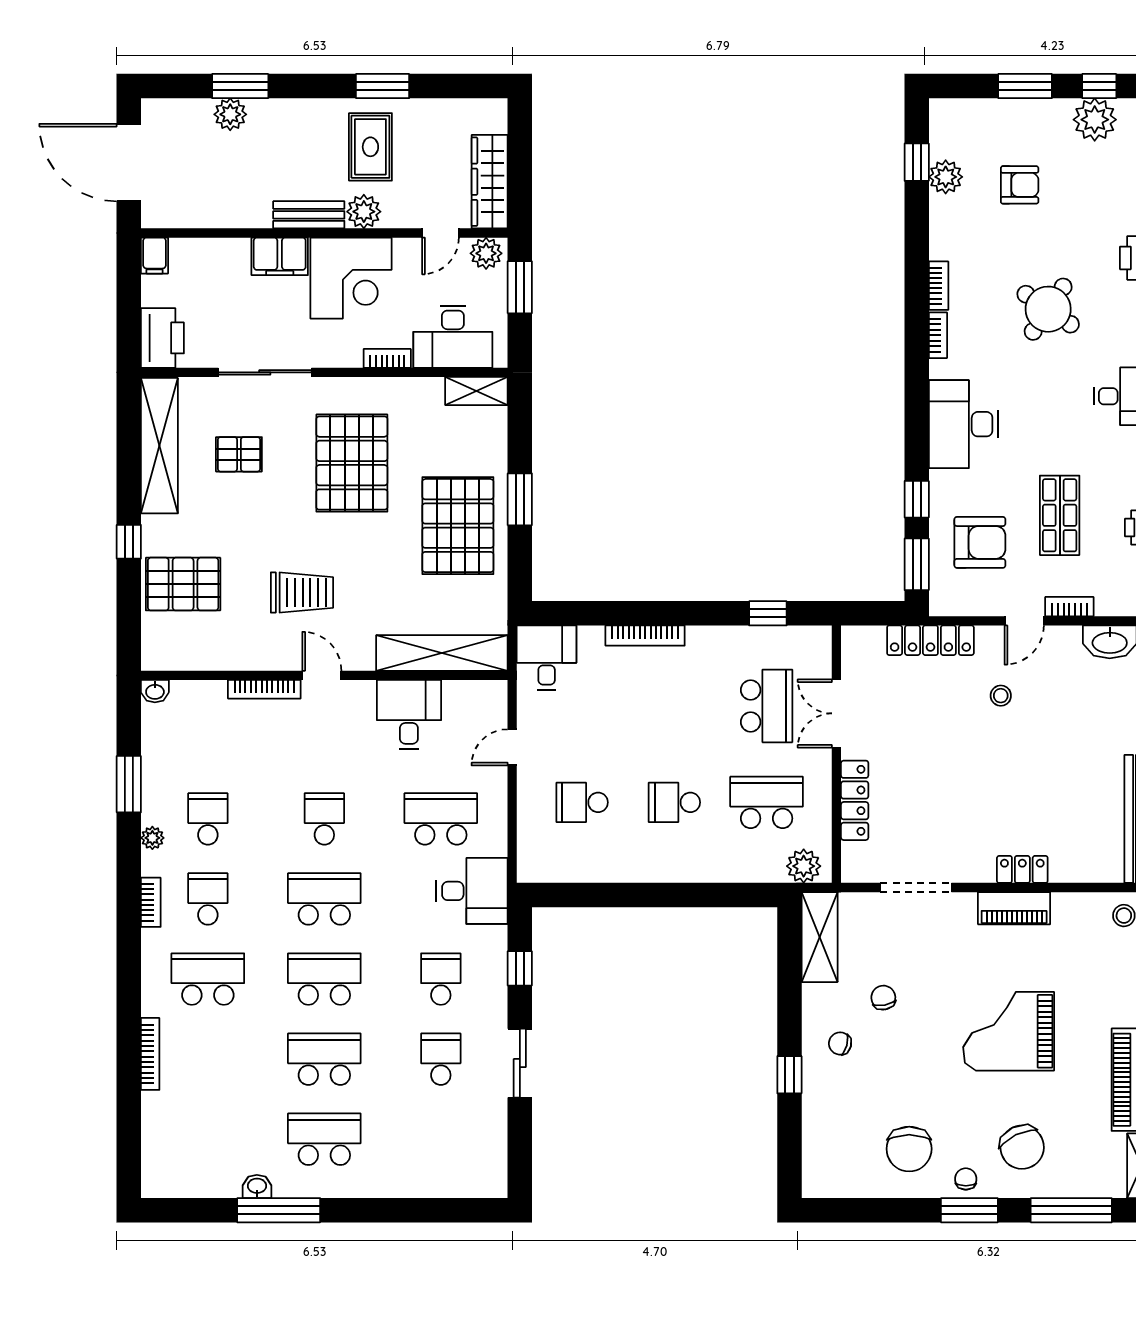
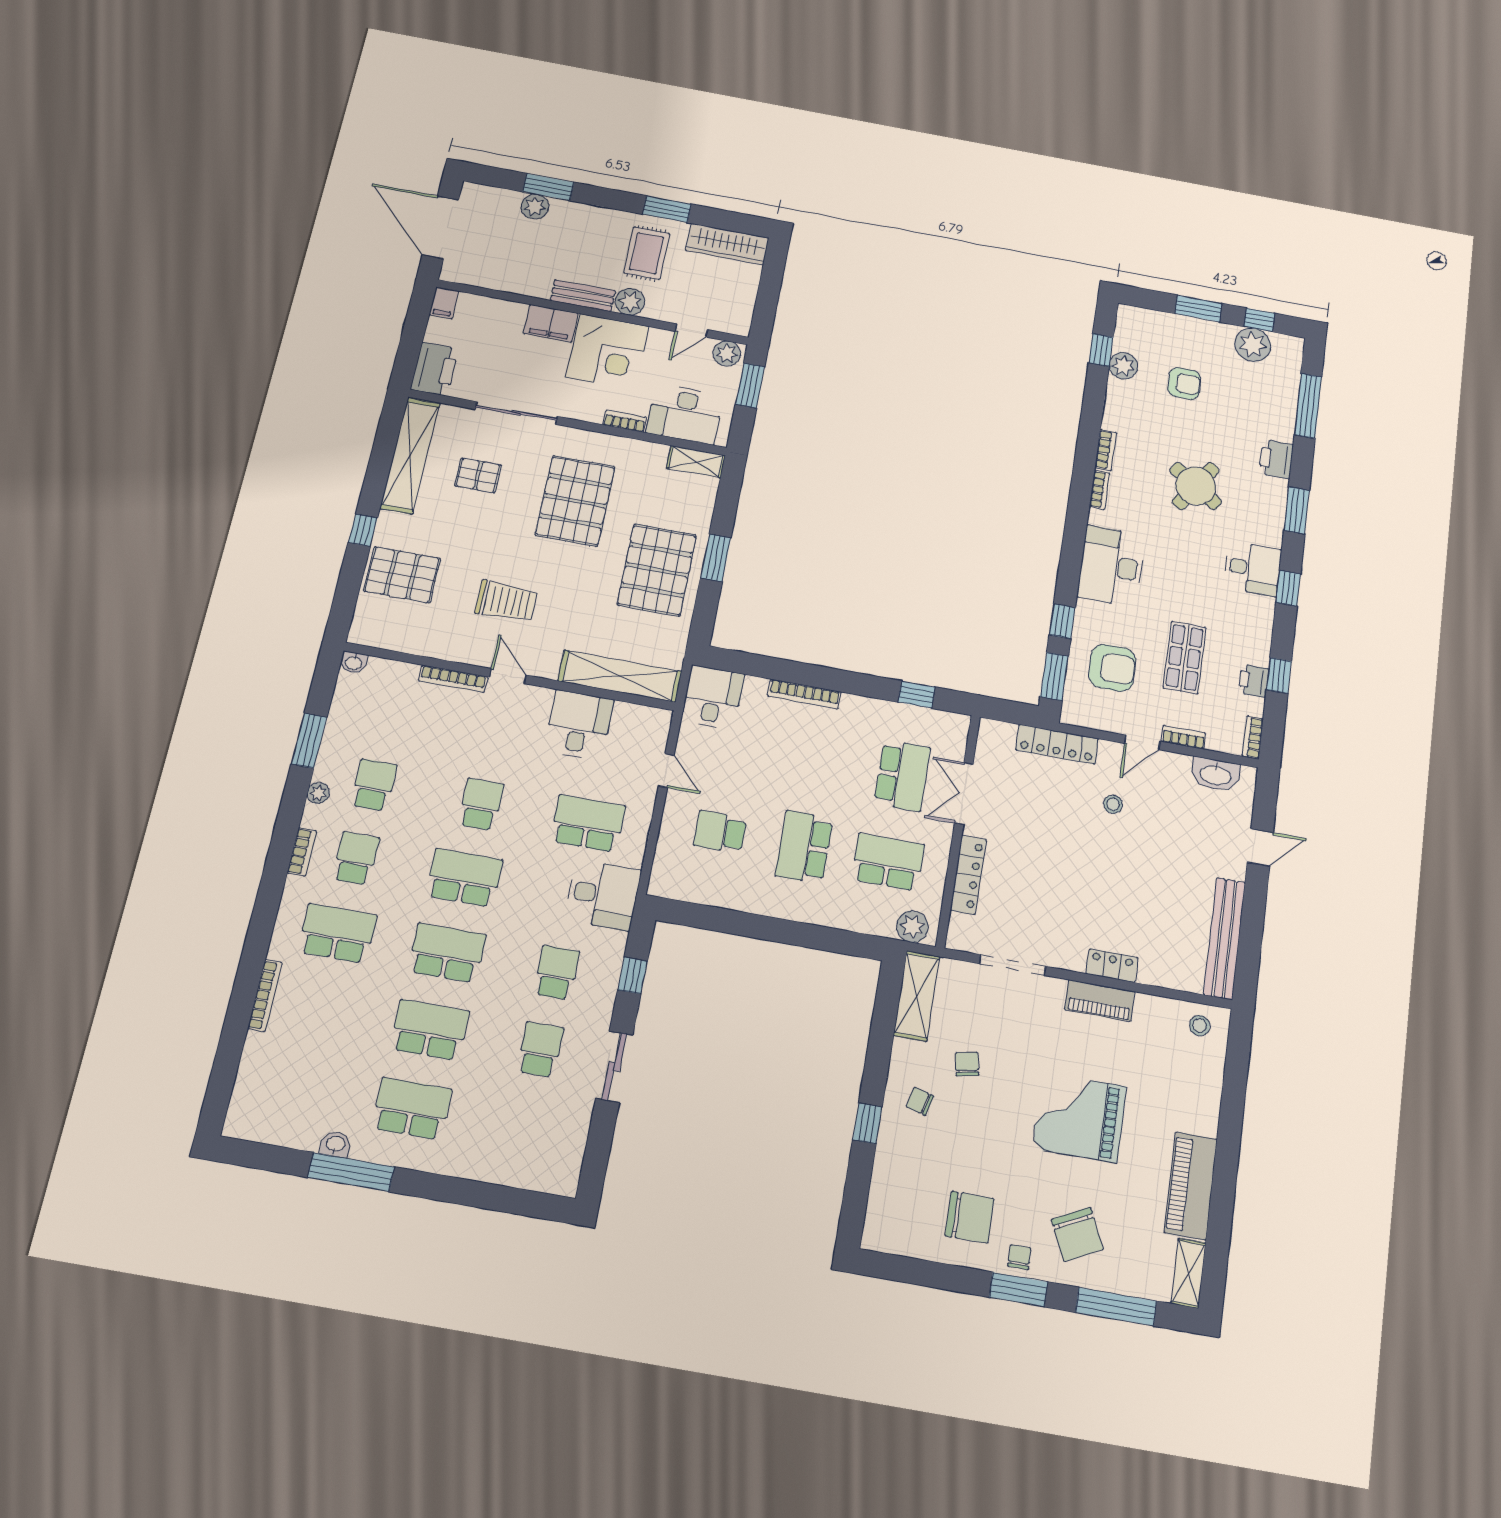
wardrobe: (490, 182) -> (727, 244), moved, turned -90
door: (512, 747) -> (666, 771), swing flipped
school desk: (674, 802) -> (804, 847), width x1.85
chair: (909, 1149) -> (970, 1217), turned -90

